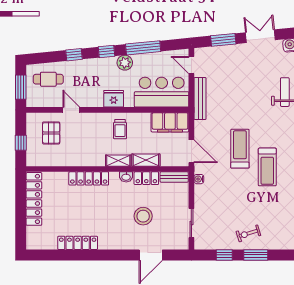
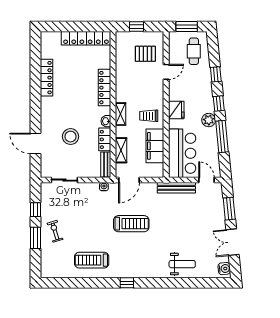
double door: (260, 36) -> (232, 242), swing flipped
door: (191, 65) -> (207, 180), hinge flipped
filing cabinet: (170, 122) -> (155, 146), moved
shelving: (146, 160) -> (121, 150), moved
treadmill: (267, 167) -> (92, 260), moved

